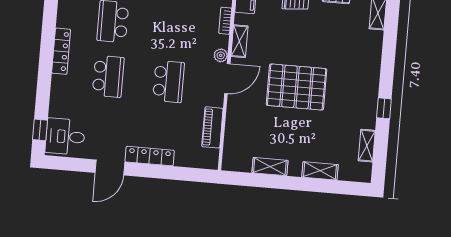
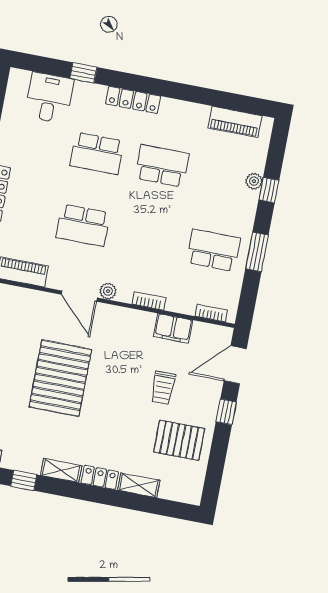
shelving: (239, 41) -> (61, 470), moved
locker: (375, 46) -> (100, 477), added
window: (40, 130) -> (83, 73), moved
desk: (65, 137) -> (49, 98), moved

